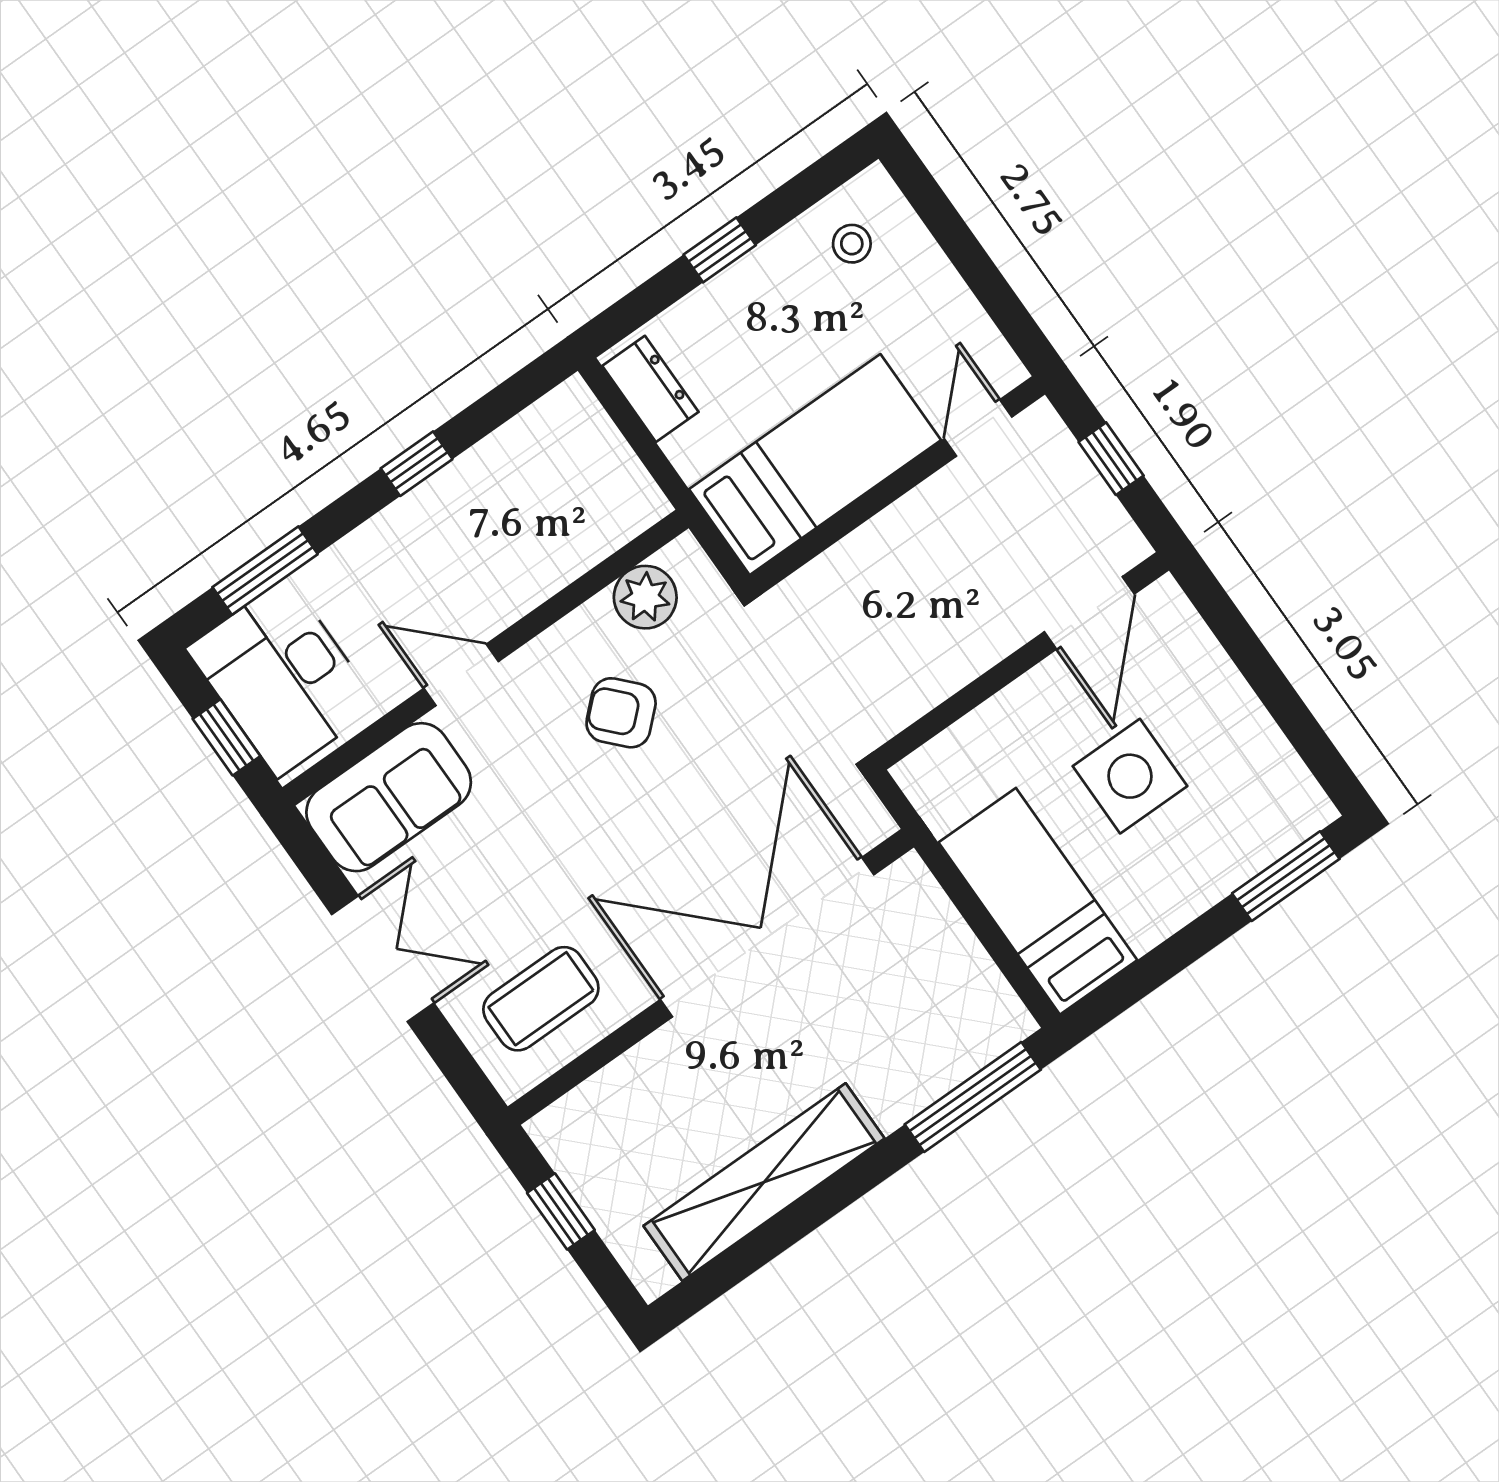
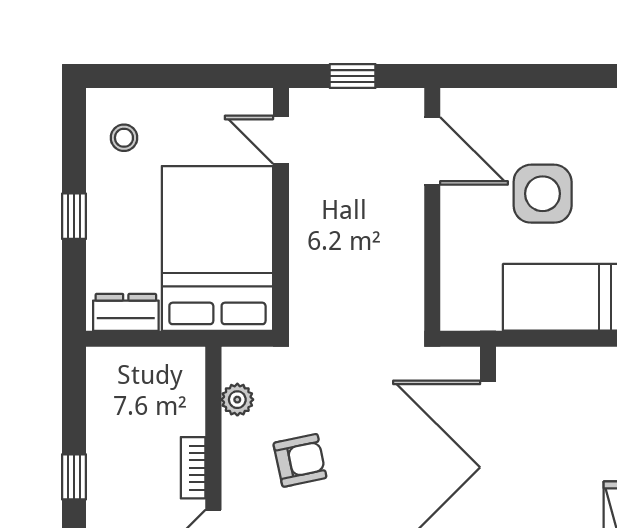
bed: (815, 465) -> (217, 248), width x1.50
bookcase: (525, 595) -> (193, 468), added
plant: (645, 597) -> (237, 400), width x0.73, depth x0.73
armchair: (621, 713) -> (300, 460), turned -149

